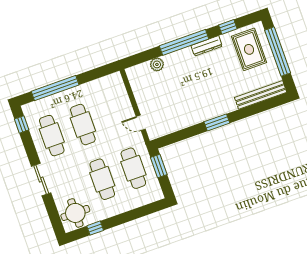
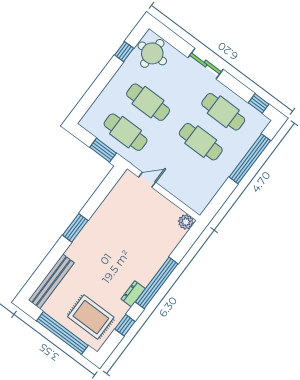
dresser: (207, 46) -> (133, 294), width x0.70
plant: (157, 64) -> (186, 222), moved

